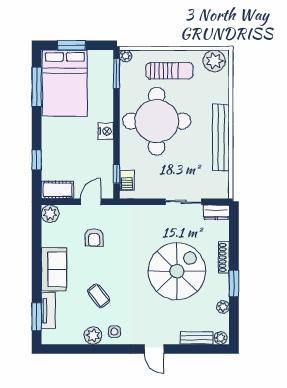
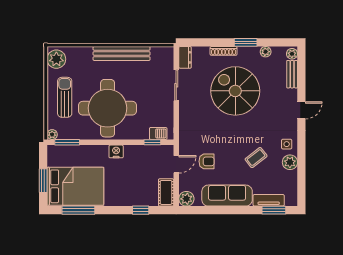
door: (91, 202) -> (176, 164), swing flipped
sofa: (54, 269) -> (227, 196), width x1.36

